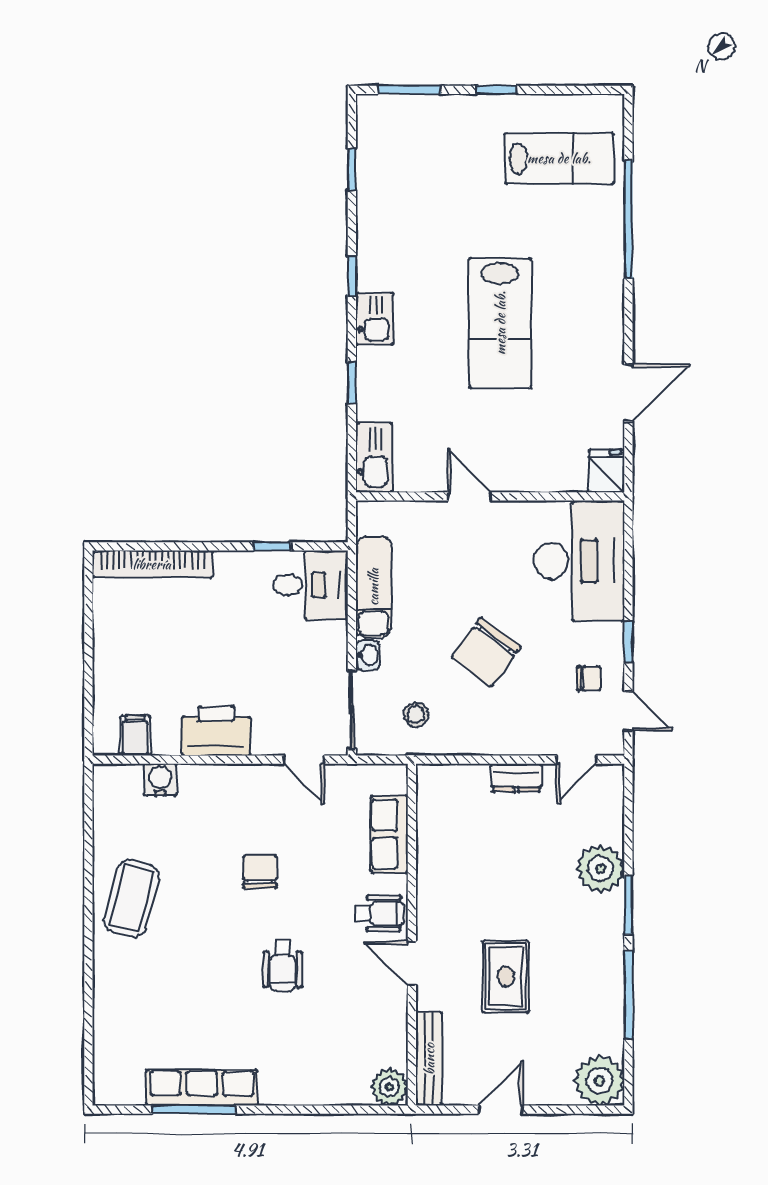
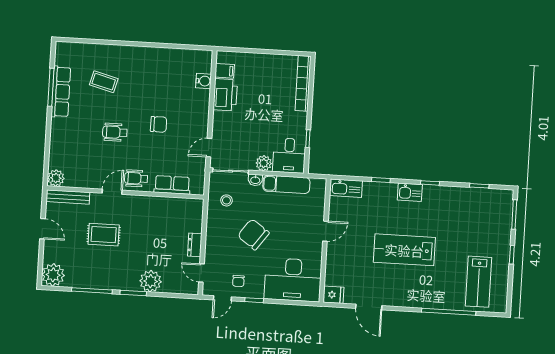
plant: (331, 639) -> (264, 163), added
printer: (216, 731) -> (225, 95), moved
coffee table: (132, 898) -> (104, 82), moved, width x0.73, depth x0.77
wheelchair: (380, 913) -> (136, 178), turned 90

